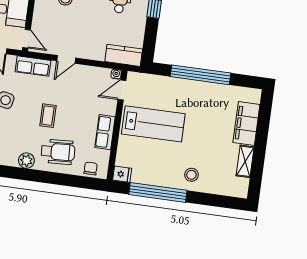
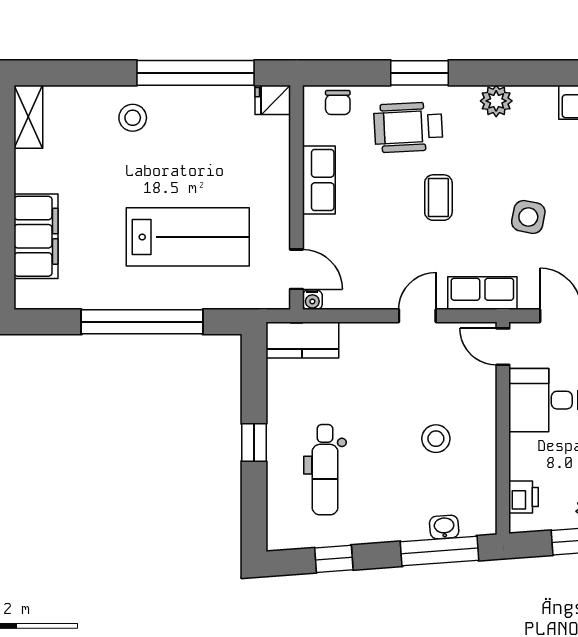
door: (122, 90) -> (296, 269), hinge flipped
lab bench: (153, 124) -> (188, 237), moved, turned 180
plant: (26, 161) -> (496, 101), moved
shelving: (245, 161) -> (28, 117), moved
window: (49, 178) -> (420, 73), added

